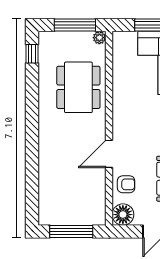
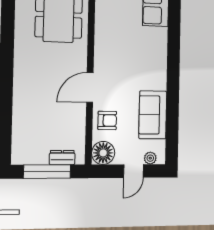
dresser: (85, 219) -> (62, 158), added

